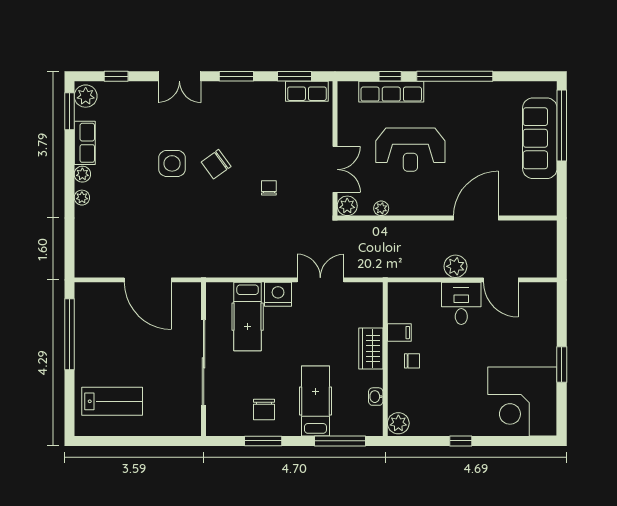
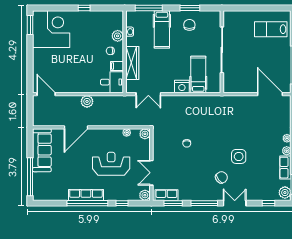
window: (236, 76) -> (204, 203), width x1.44
plant: (347, 91) -> (145, 195), added
row of seats: (391, 92) -> (86, 195), moved
sofa: (540, 138) -> (42, 150), moved
chair: (216, 164) -> (221, 177), moved
double door: (335, 169) -> (151, 173), moved
door: (148, 280) -> (270, 94), moved
double door: (320, 280) -> (148, 94), moved
door: (501, 280) -> (46, 94), moved
desk: (461, 303) -> (112, 82), moved, turned -90
wardrobe: (371, 349) -> (132, 63), width x1.50
window: (562, 365) -> (30, 25), moved
plant: (398, 423) -> (118, 36), moved

